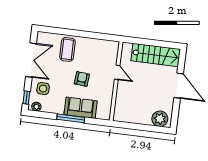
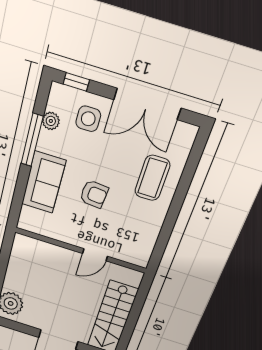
coffee table: (67, 49) -> (152, 178), turned 90
plant: (36, 107) -> (51, 121), moved
window: (71, 118) -> (32, 140), moved

